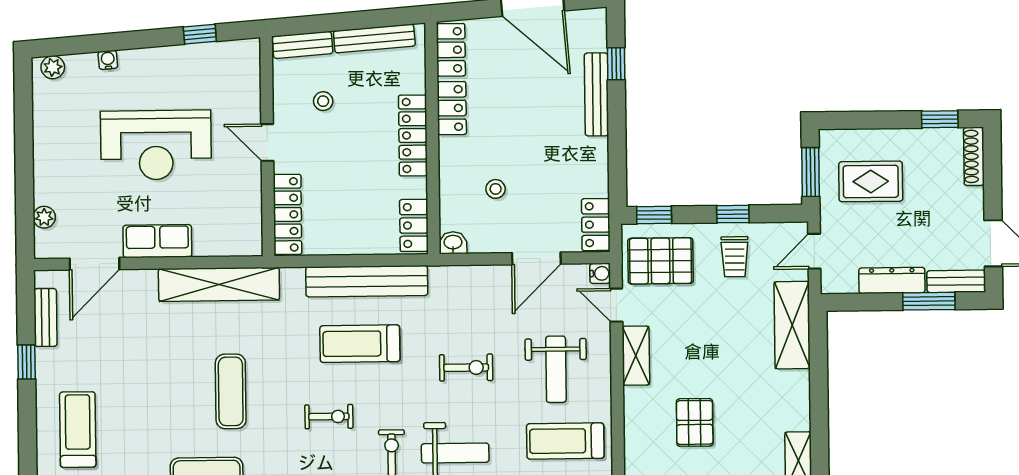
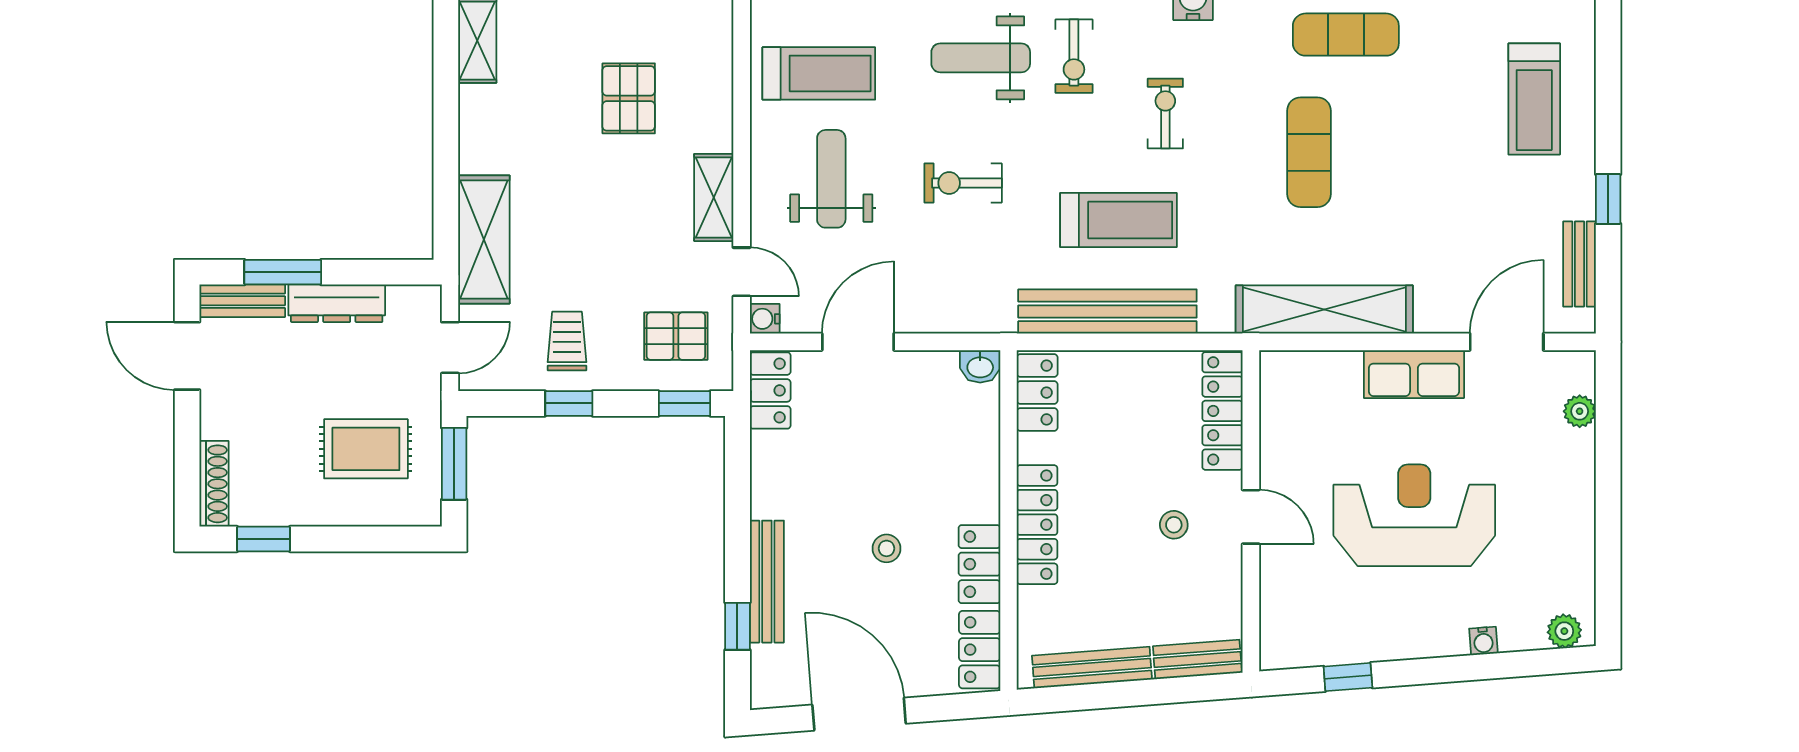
stool: (323, 101) -> (1174, 525), moved
stool: (496, 189) -> (887, 548), moved
pallet: (661, 261) -> (676, 336), width x0.67, depth x0.71
exercise bike: (329, 417) -> (1165, 114), turned 90

